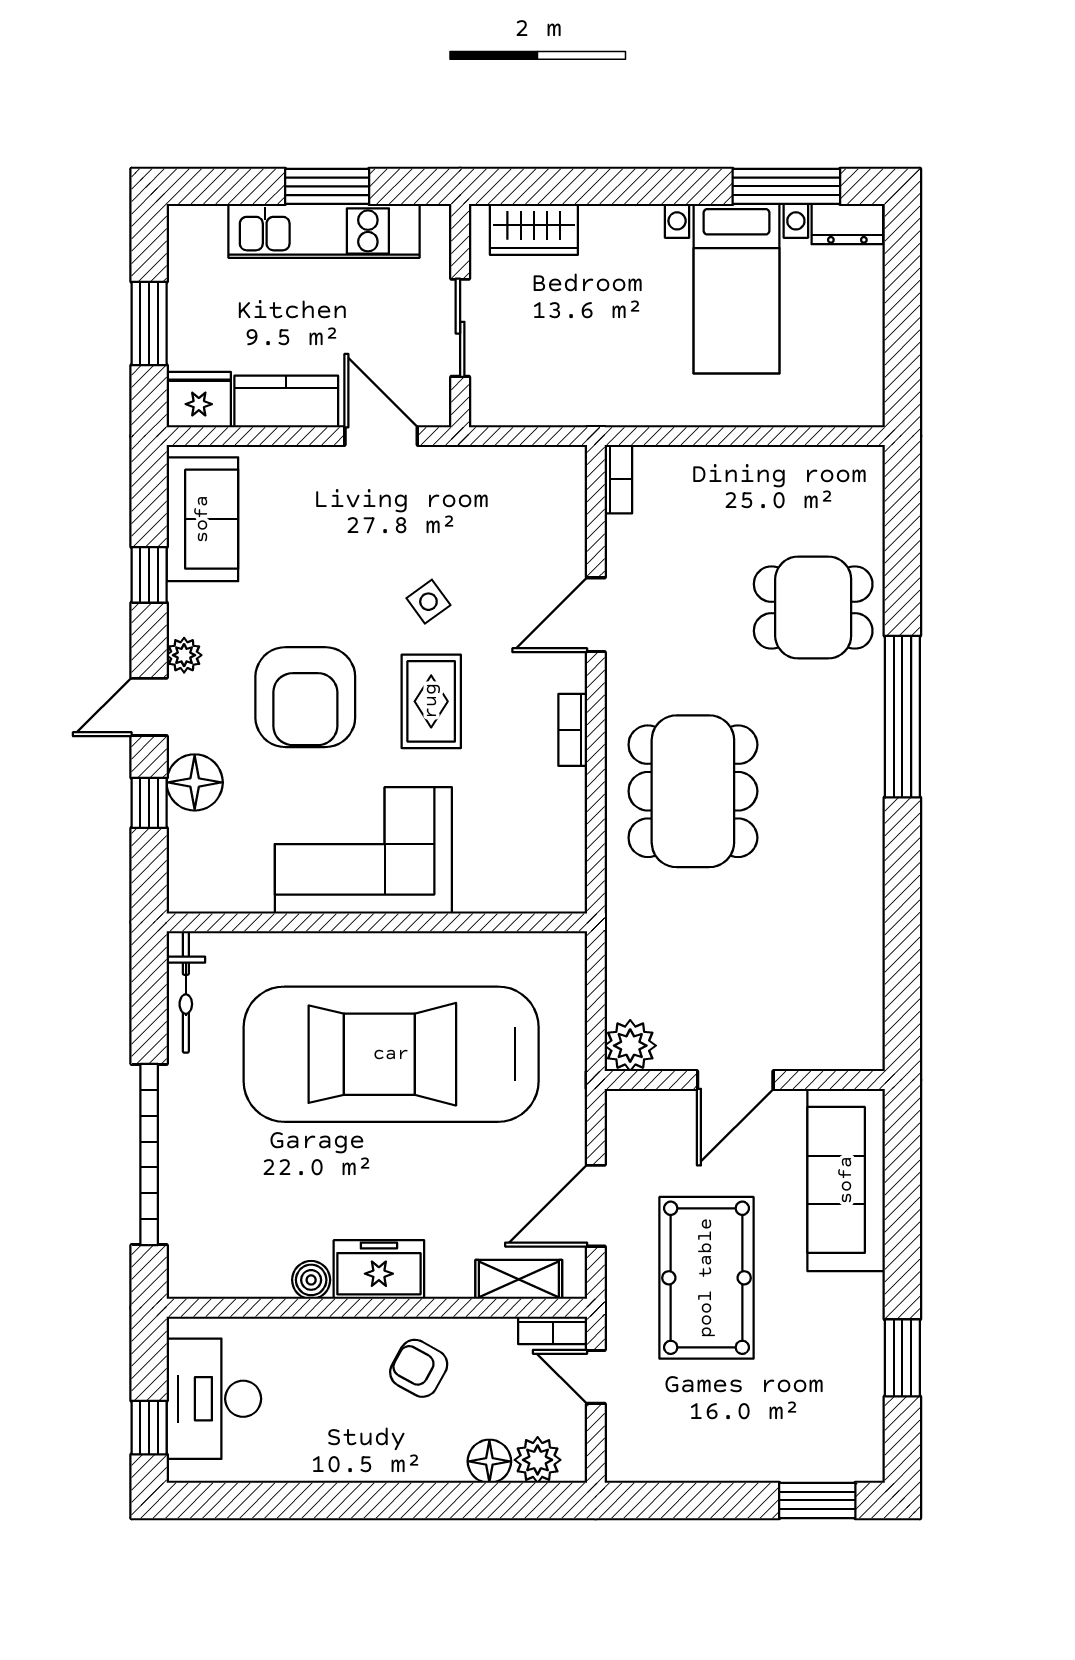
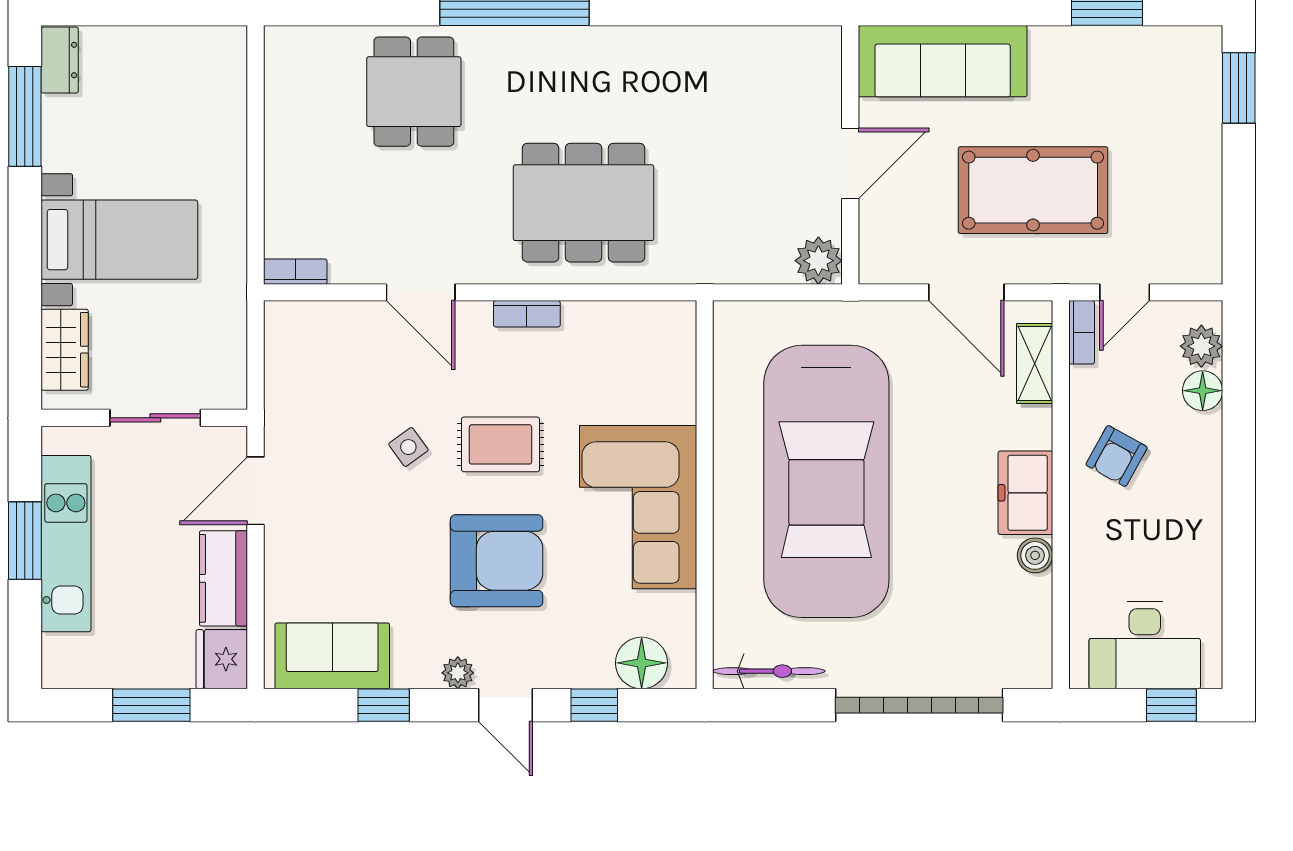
bed with nightstands: (736, 289) -> (119, 240), moved
floor lamp: (195, 782) -> (642, 663), moved
door: (735, 1080) -> (850, 164), hinge flipped

